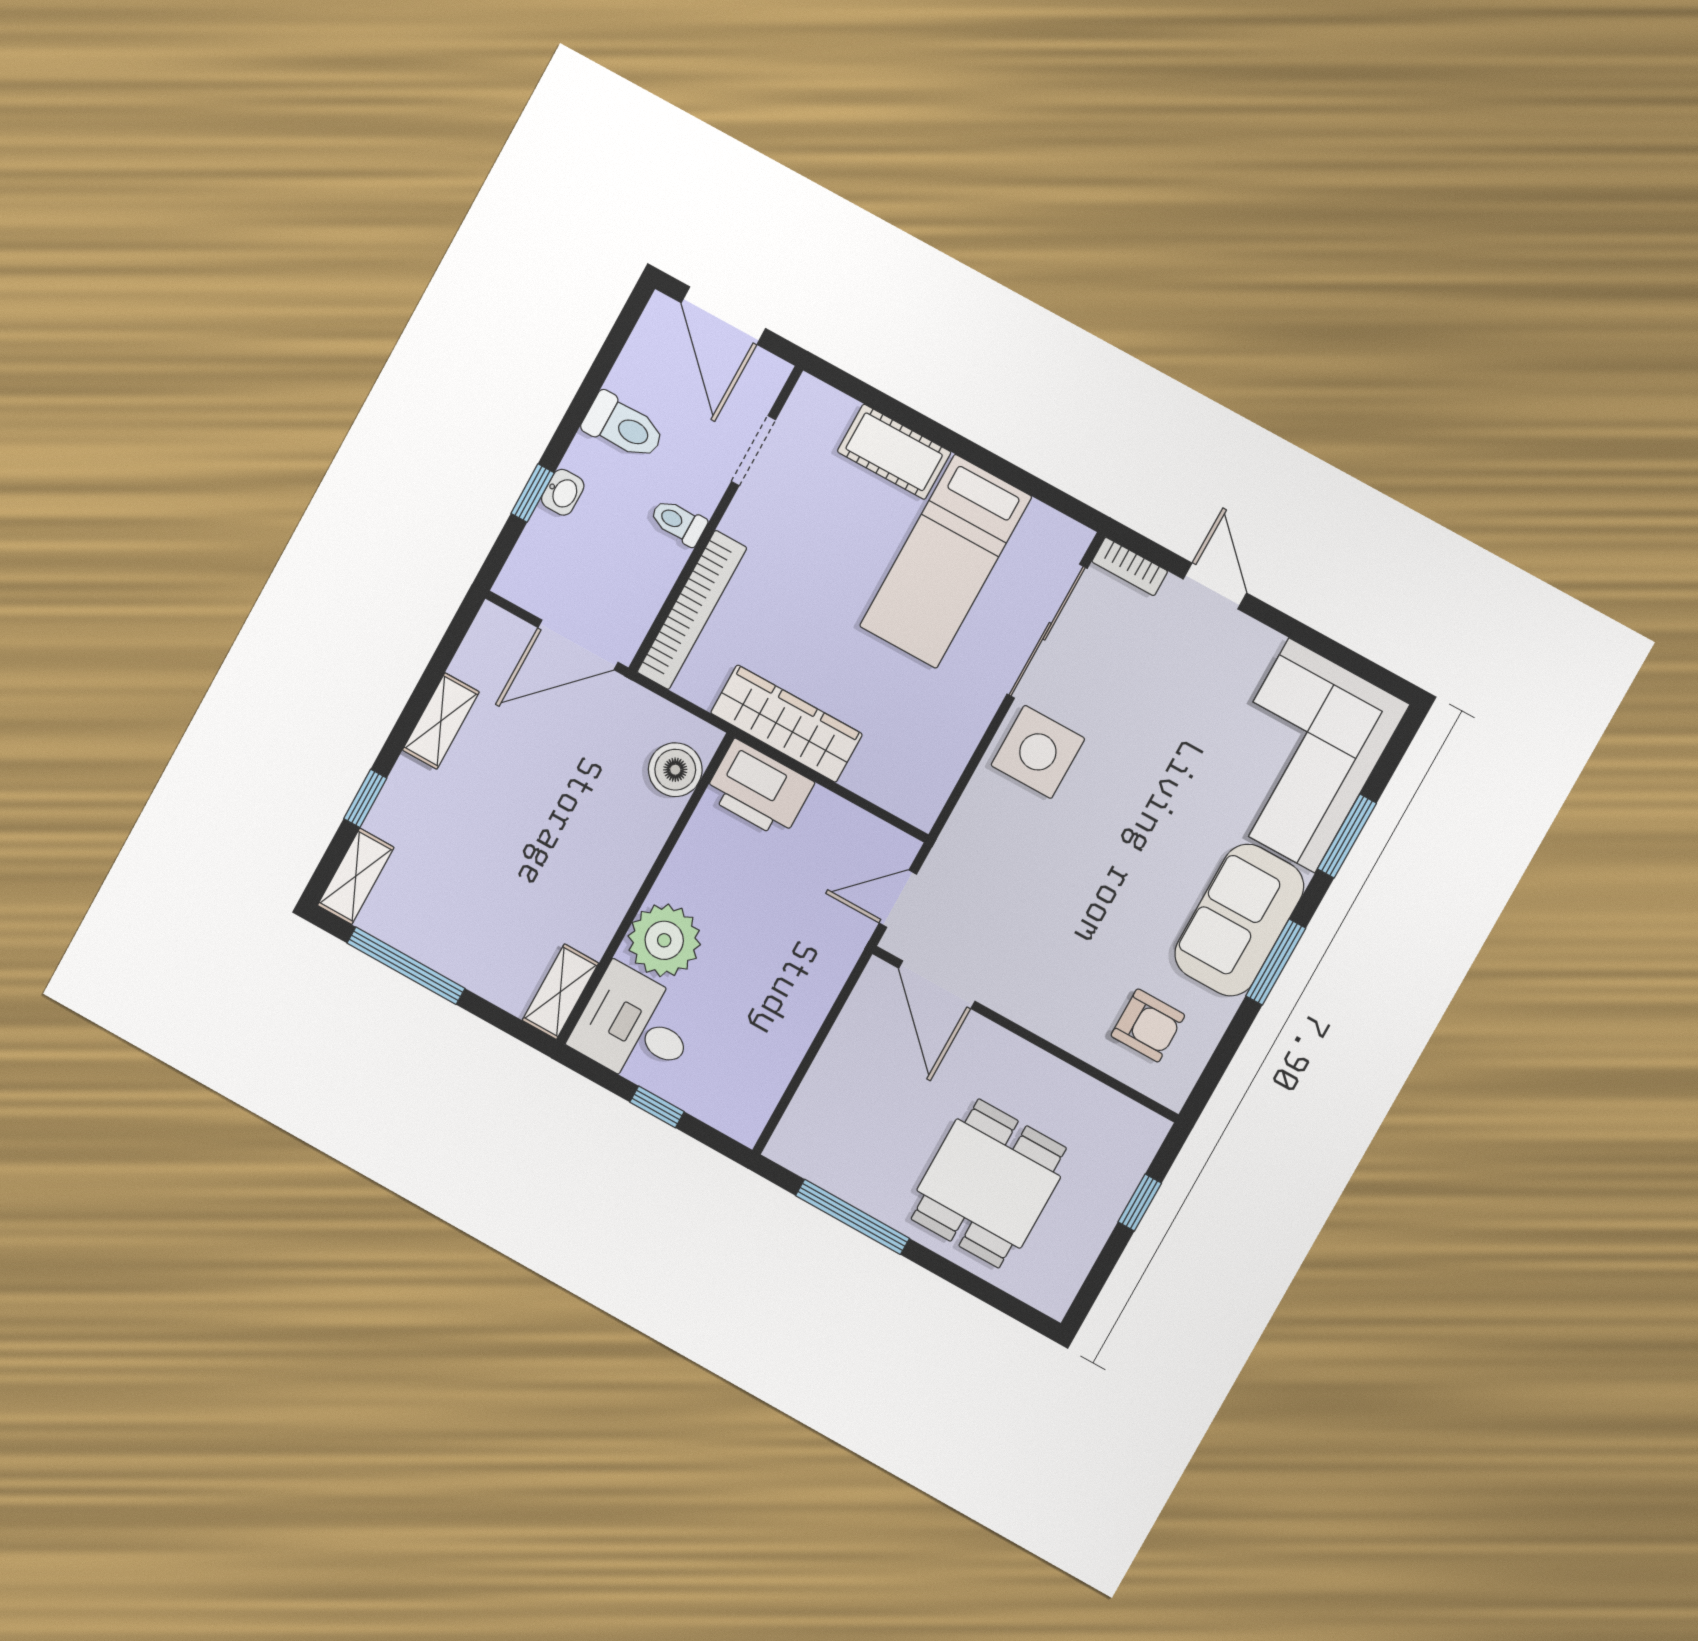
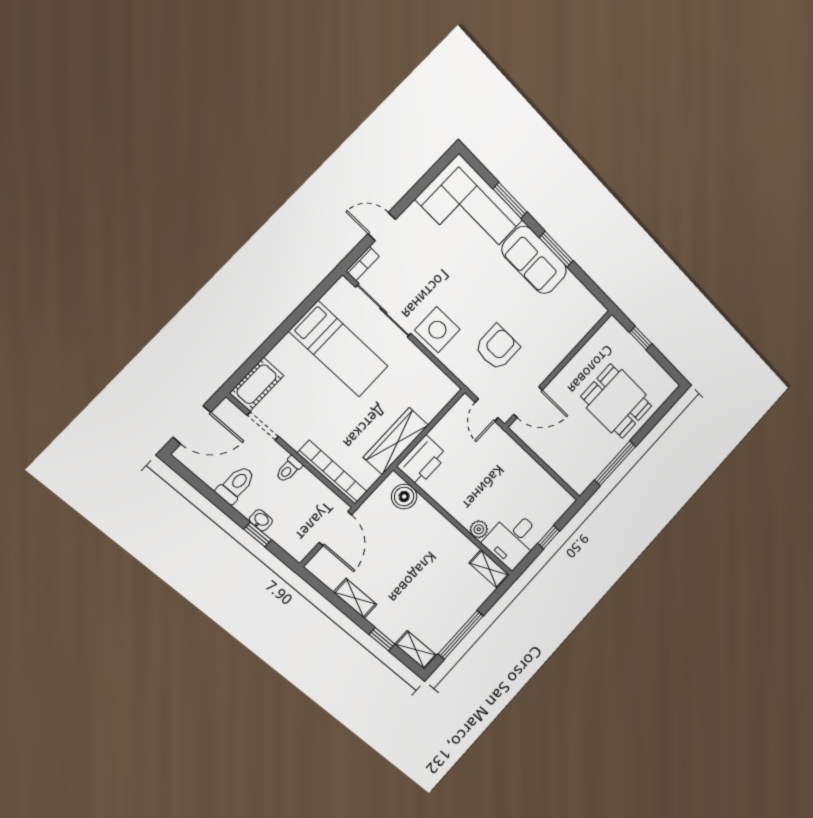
cot: (894, 452) -> (257, 384), moved
plant: (664, 940) -> (479, 529), width x0.53, depth x0.53
armchair: (1148, 1025) -> (497, 347), moved, width x1.38, depth x1.38

